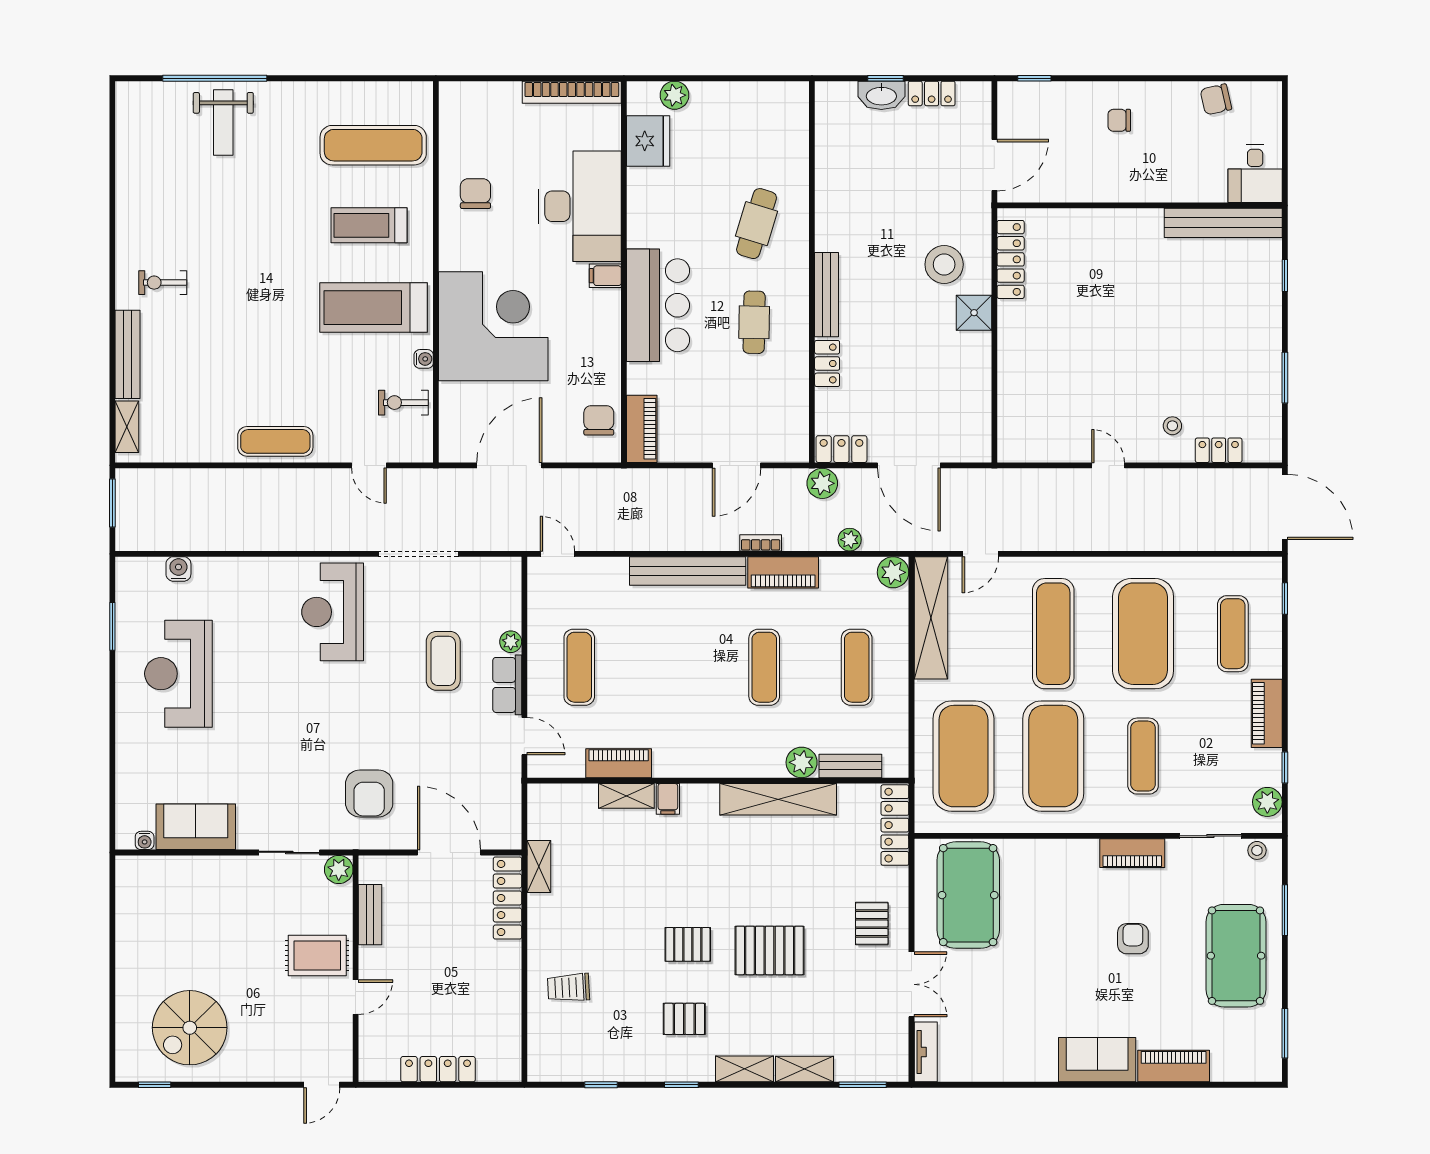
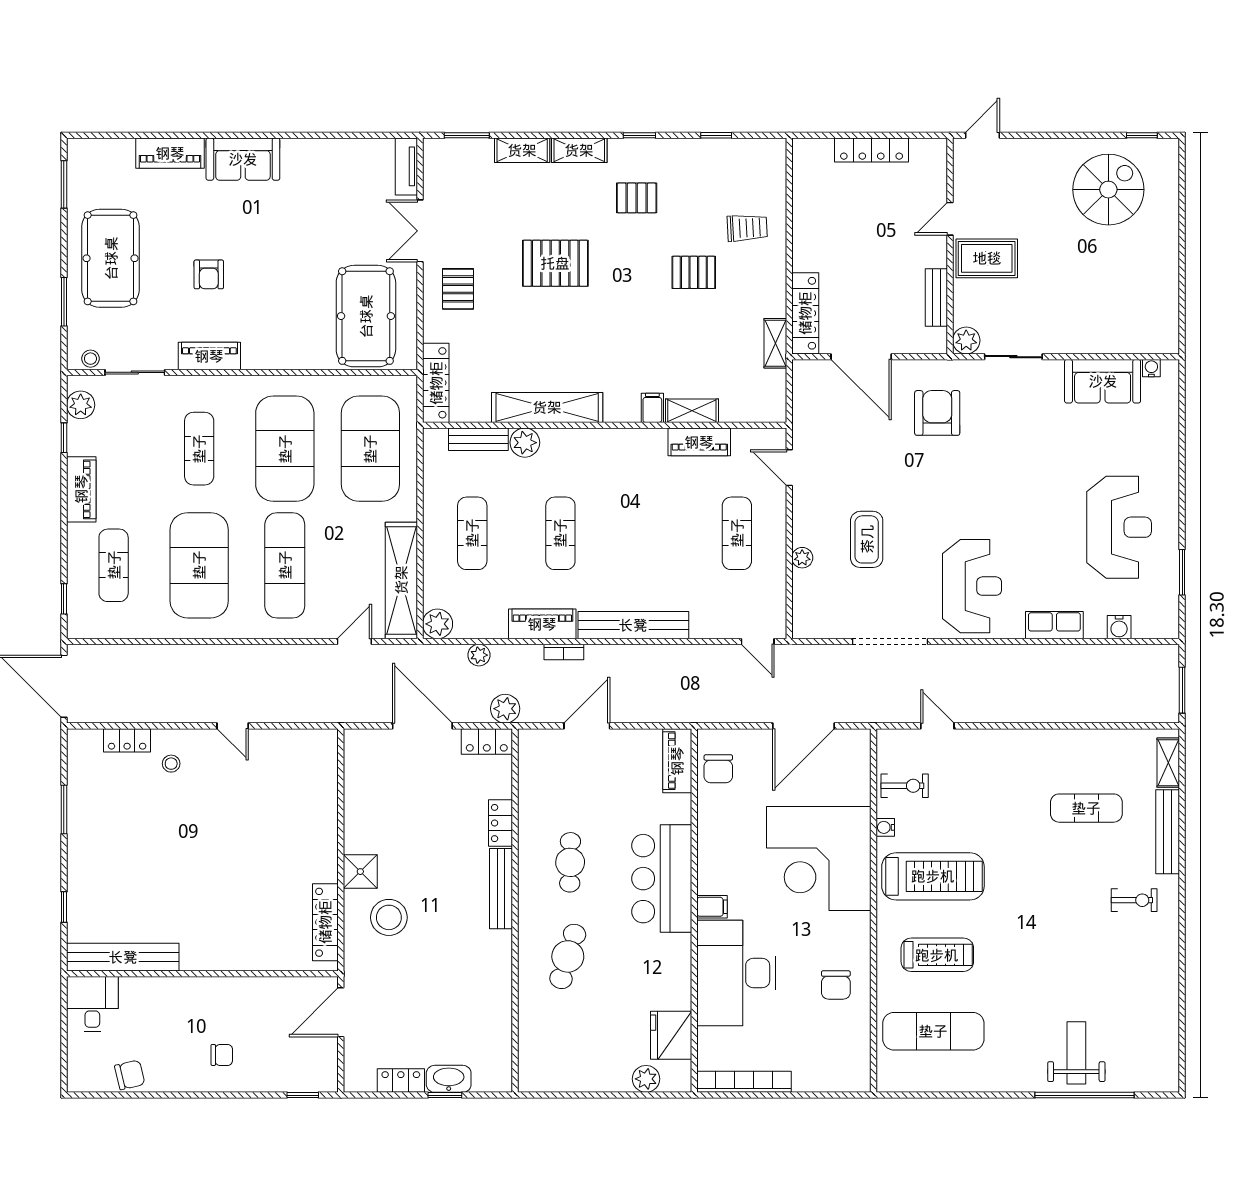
exercise mat: (275, 441) -> (1086, 808), moved
row of seats: (507, 685) -> (1054, 625), moved, turned -90
pallet: (688, 944) -> (694, 272), moved

